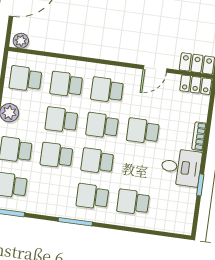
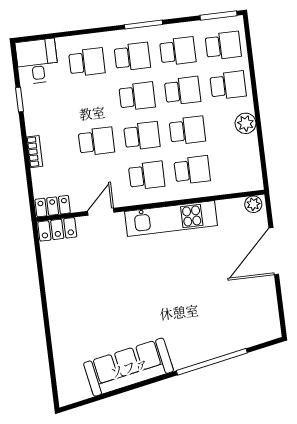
kitchen unit: (96, 47) -> (171, 218), added
school desk: (25, 79) -> (178, 51), moved
desk: (181, 167) -> (37, 61), moved, turned 90

